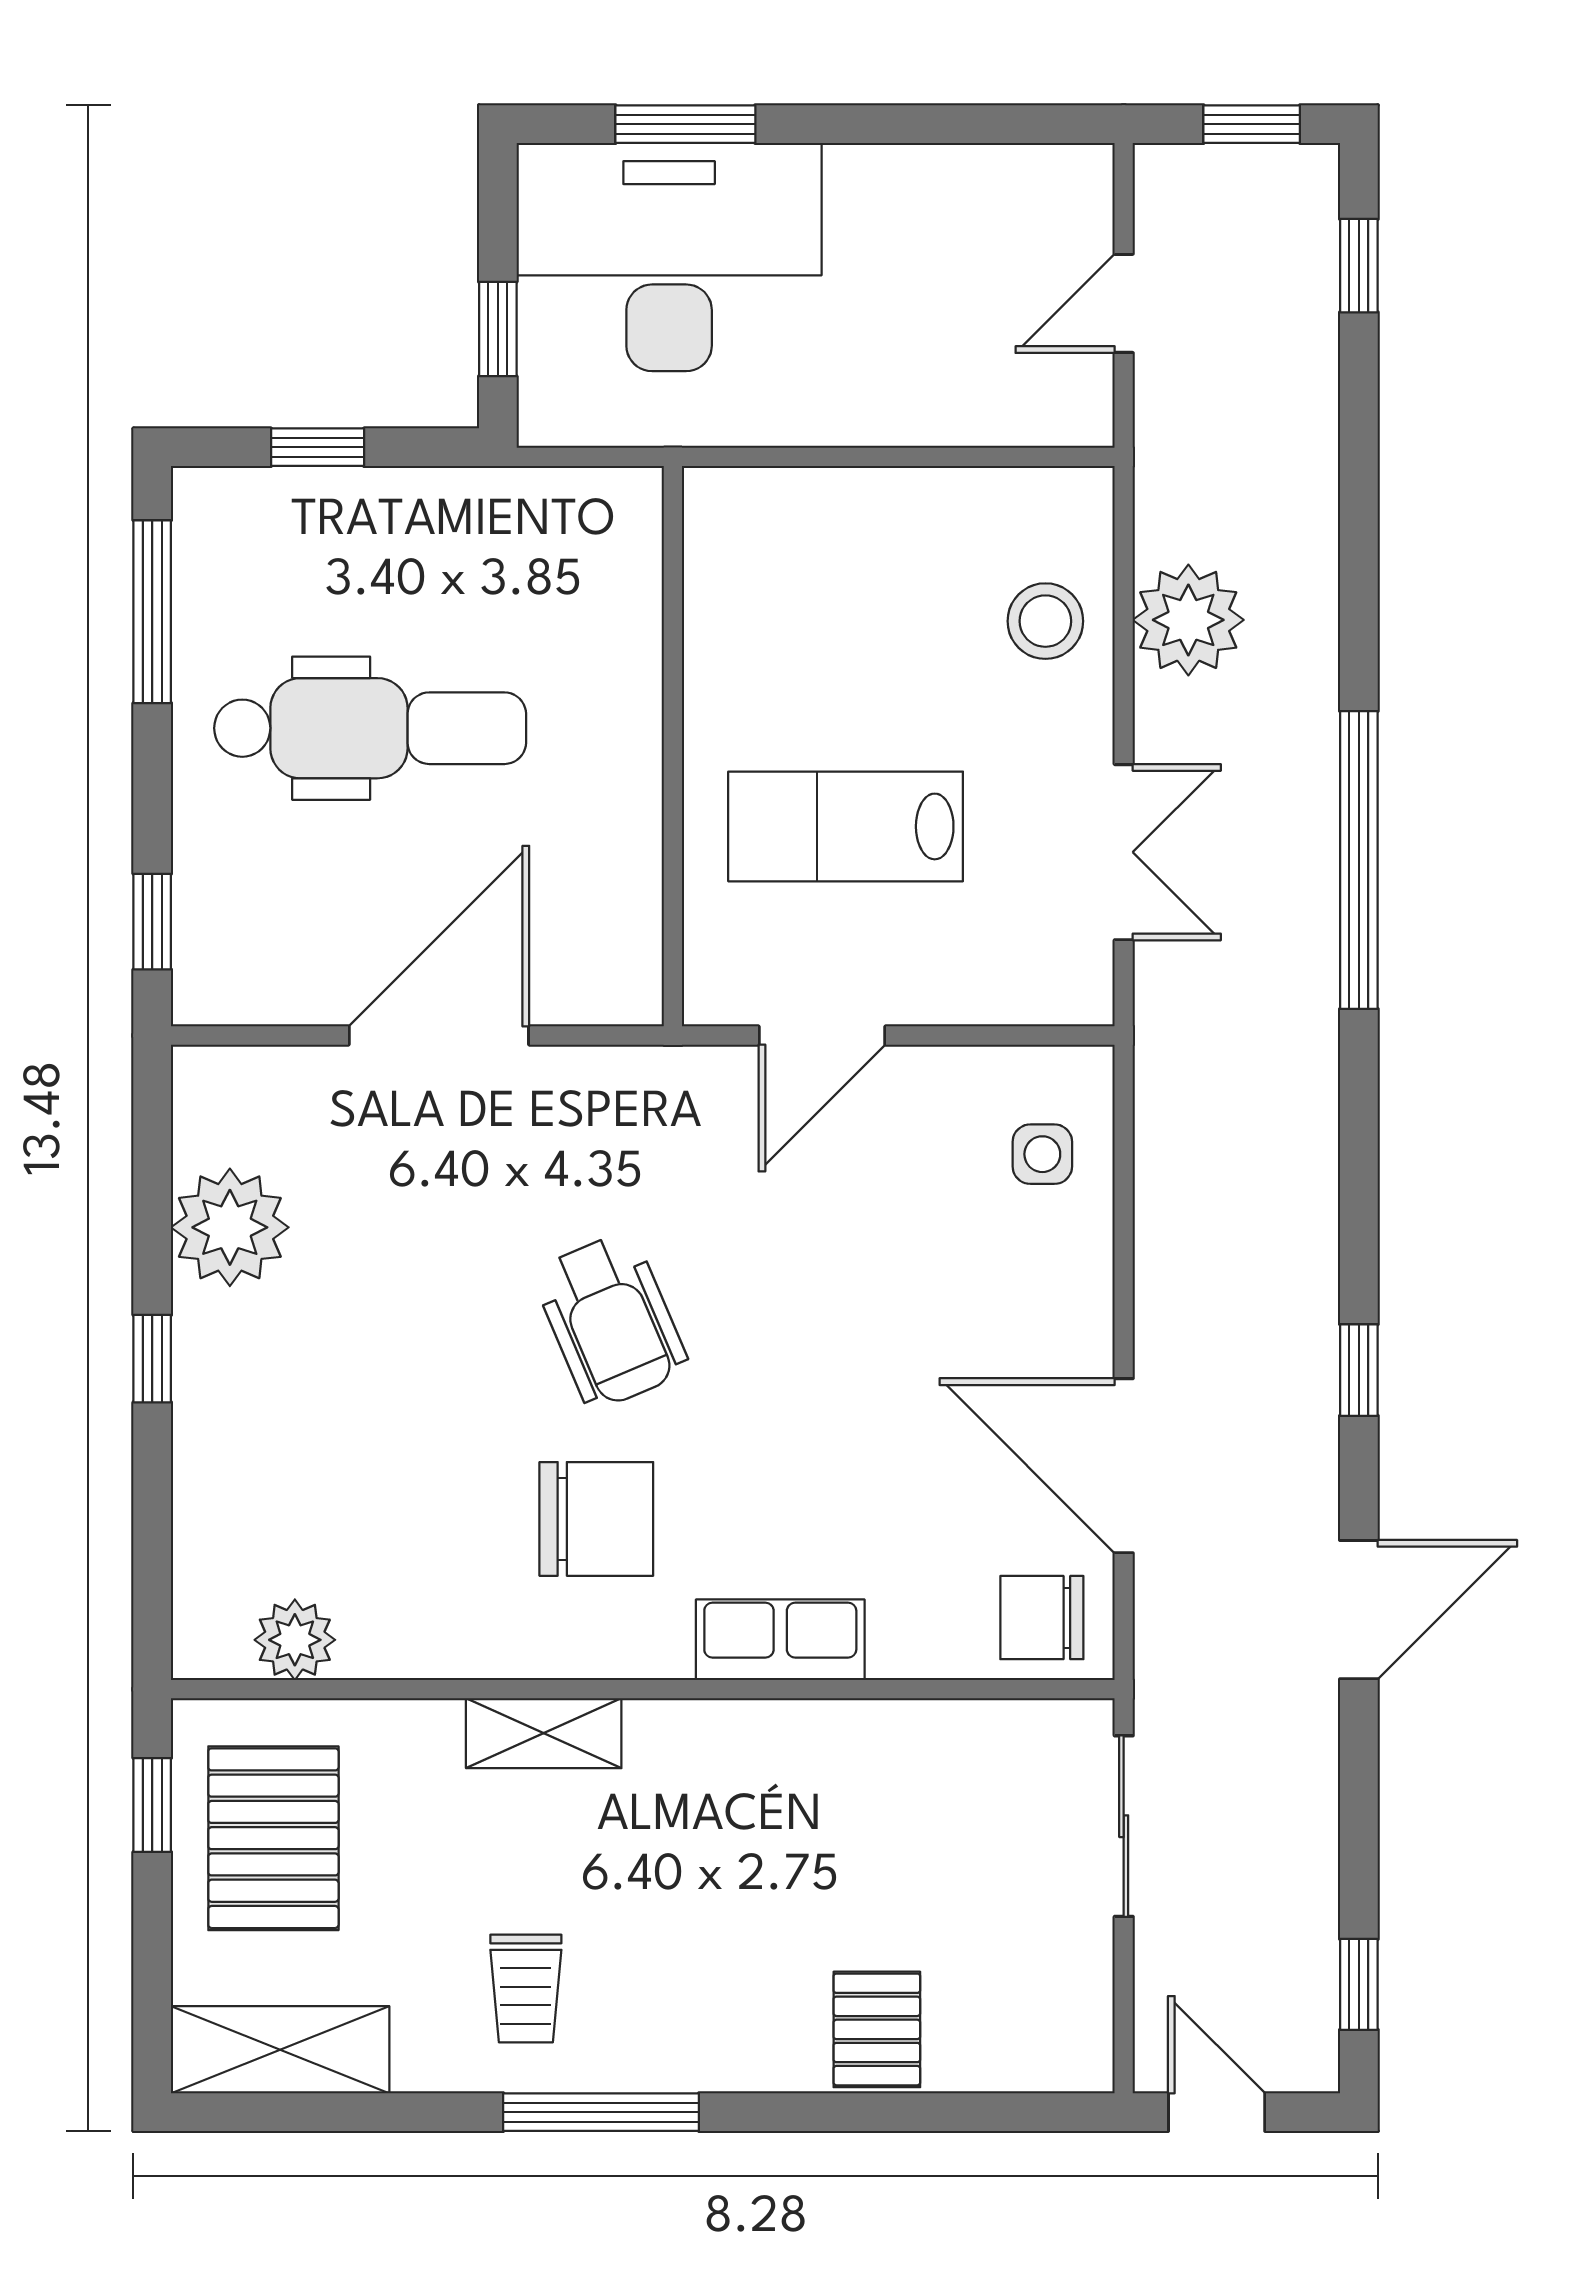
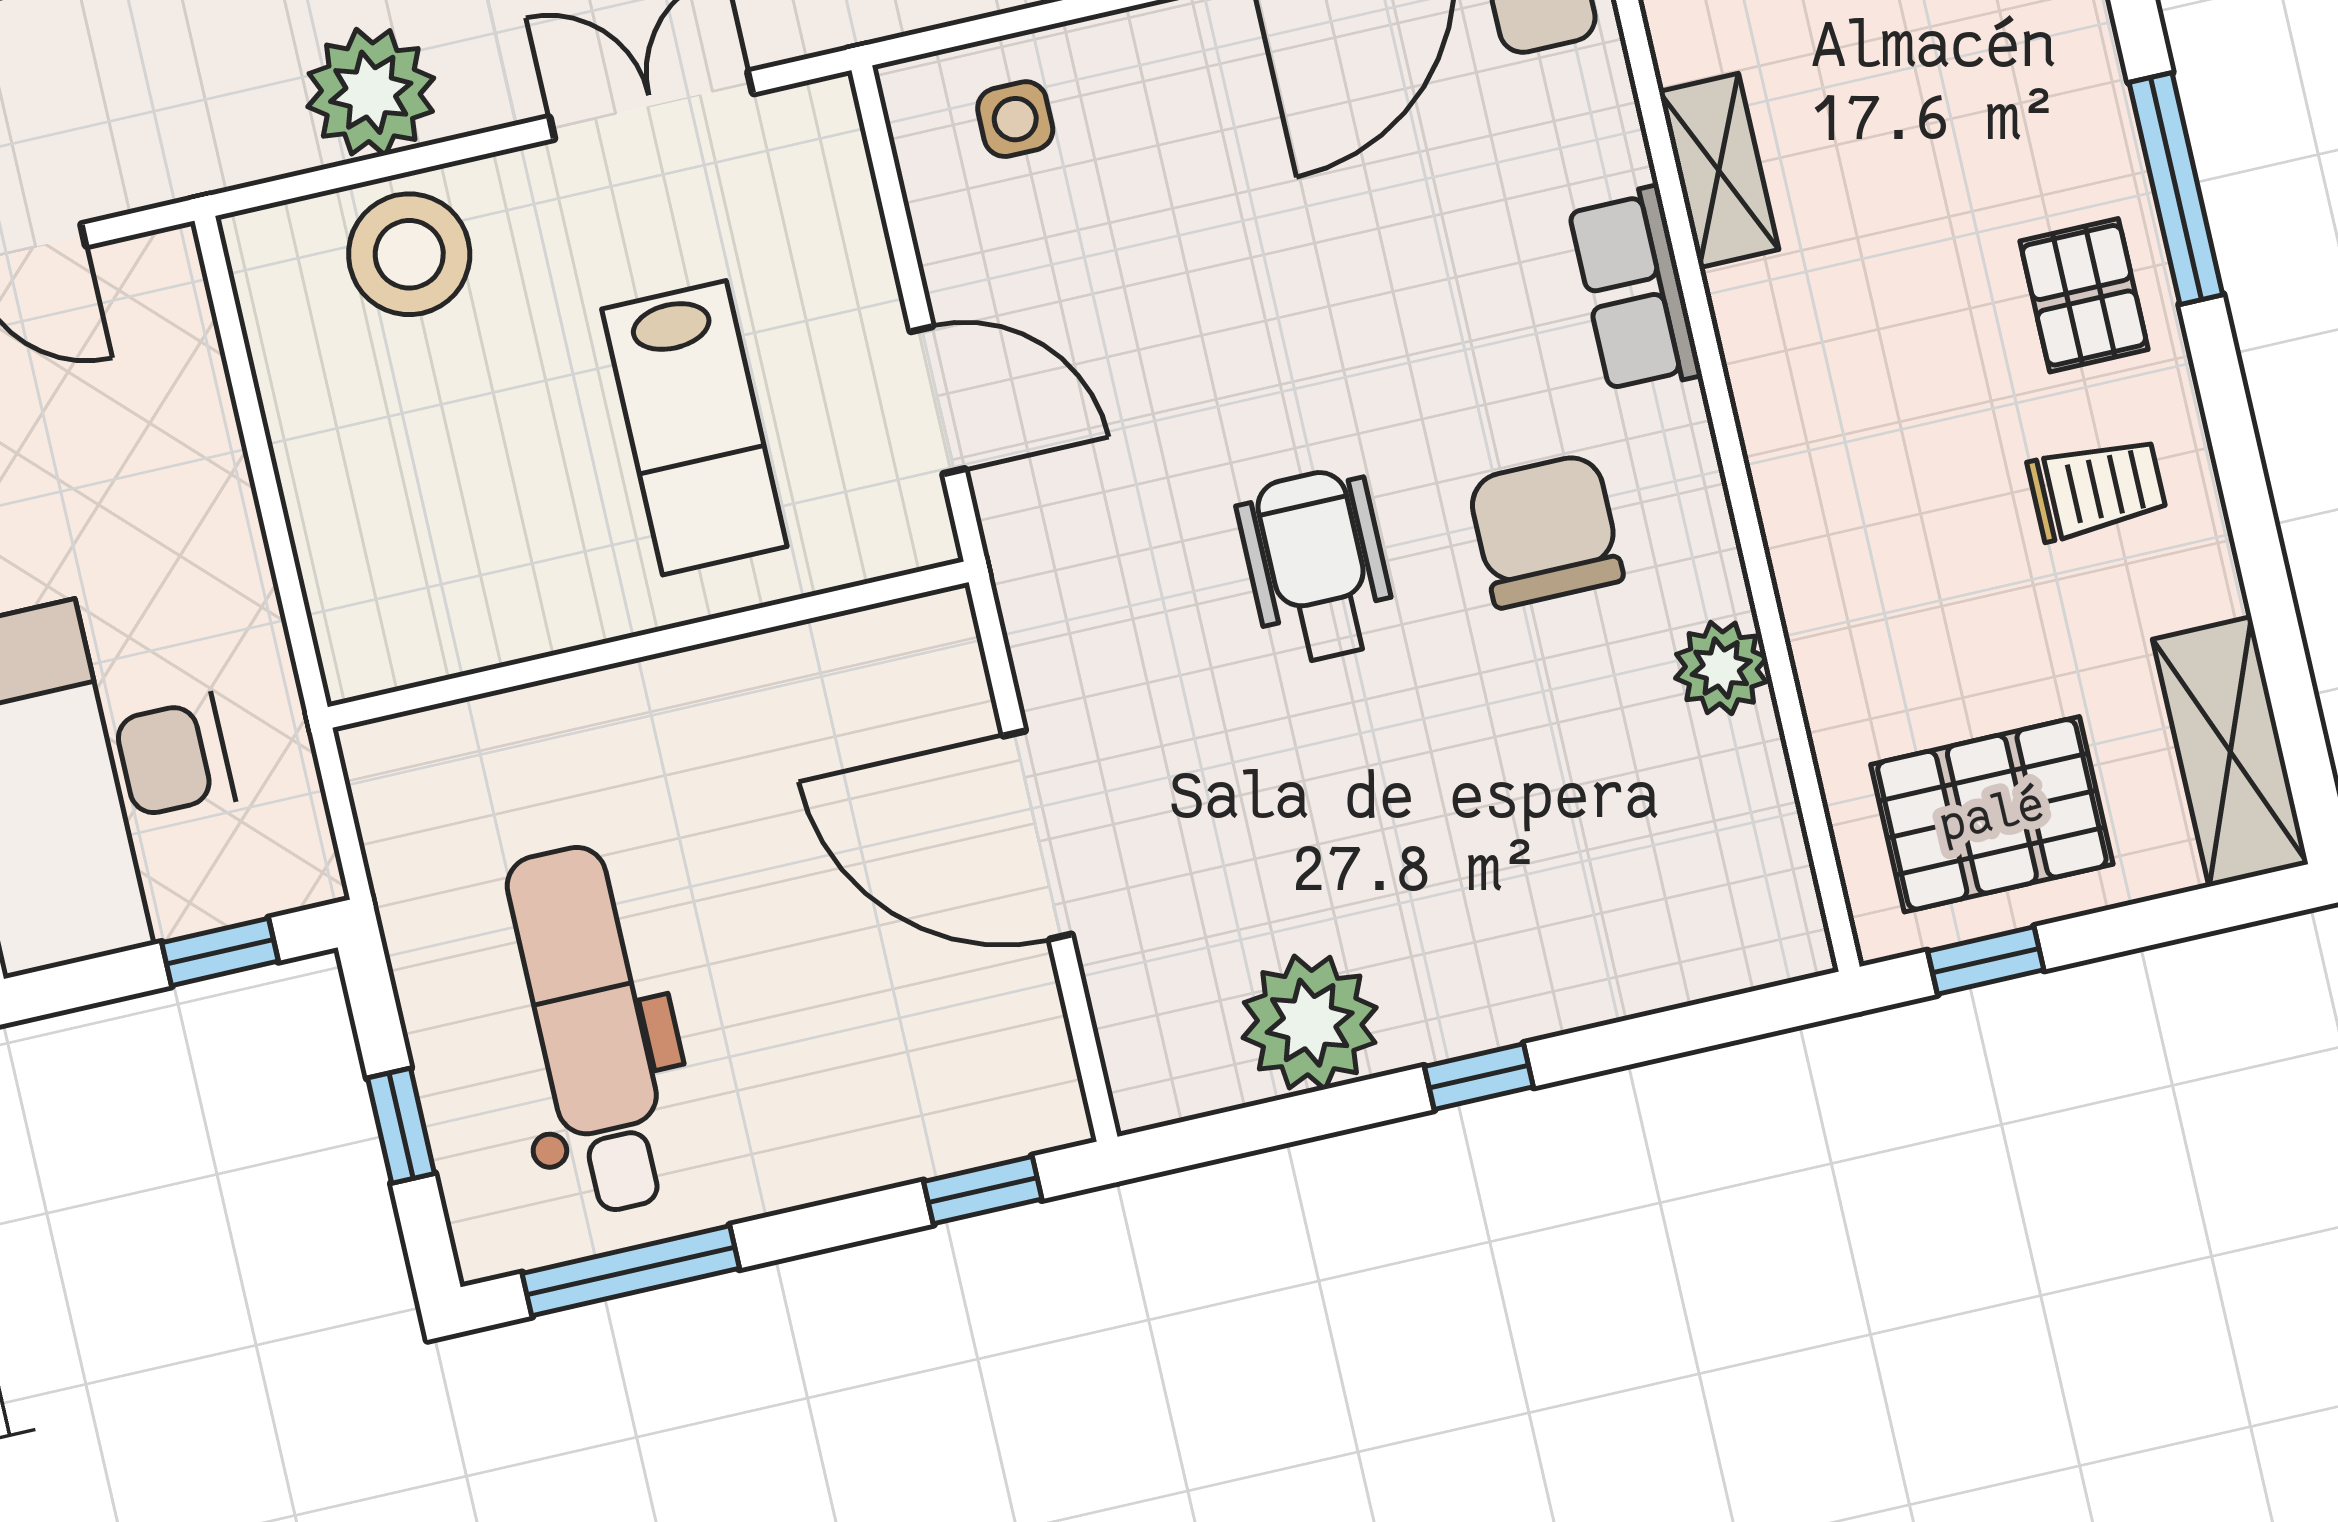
stool: (1045, 621) -> (409, 254), width x1.38, depth x1.38
dental chair: (370, 728) -> (591, 1030), moved
wheelchair: (611, 1321) -> (1317, 566), turned -67
plant: (295, 1640) -> (1721, 668), moved
shelving: (544, 1733) -> (1719, 170), moved
pallet: (877, 2029) -> (2084, 295), moved, turned 90
window: (601, 2112) -> (2176, 189), moved

